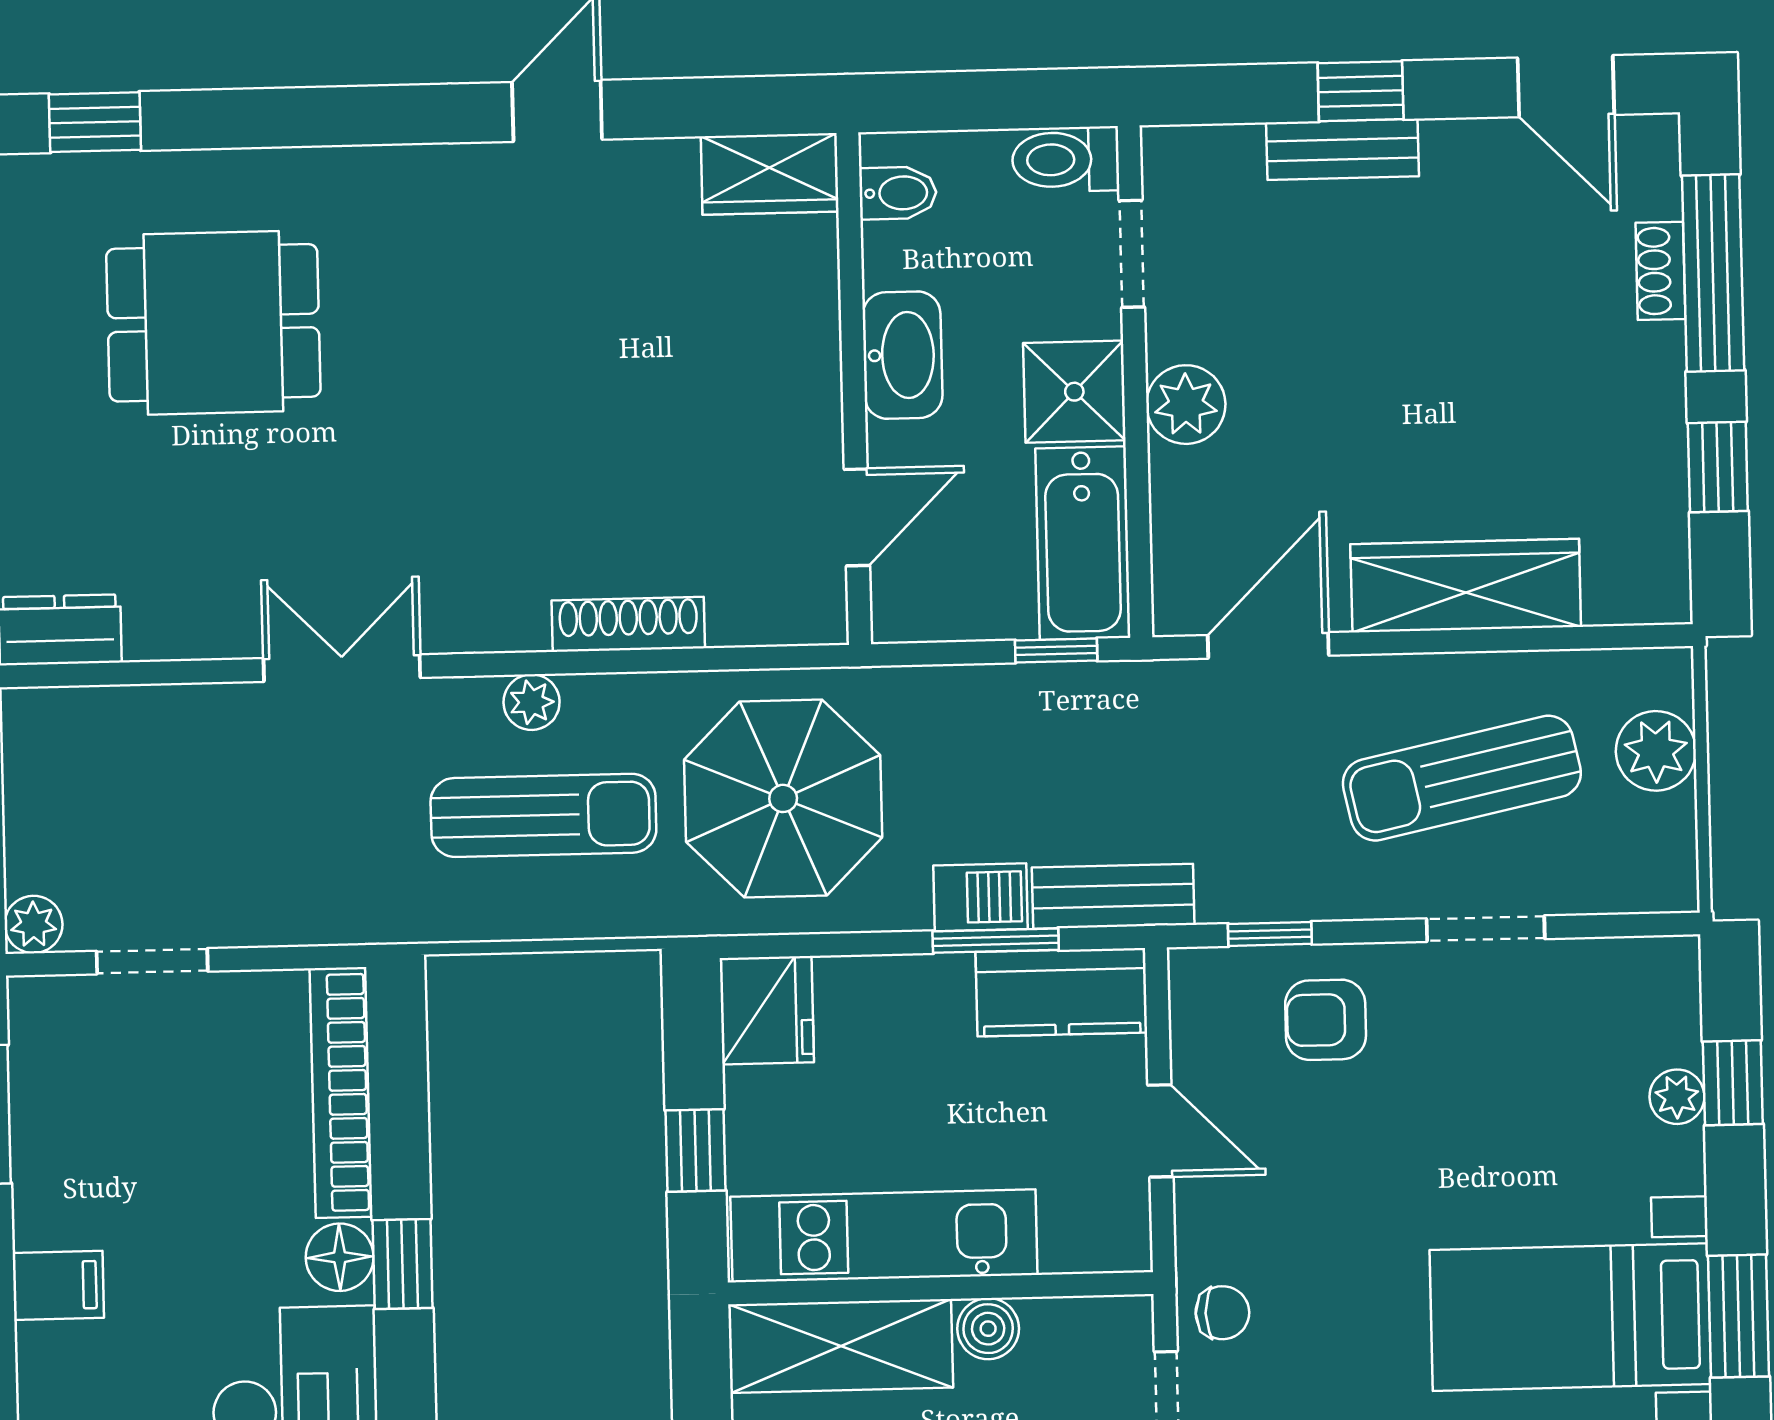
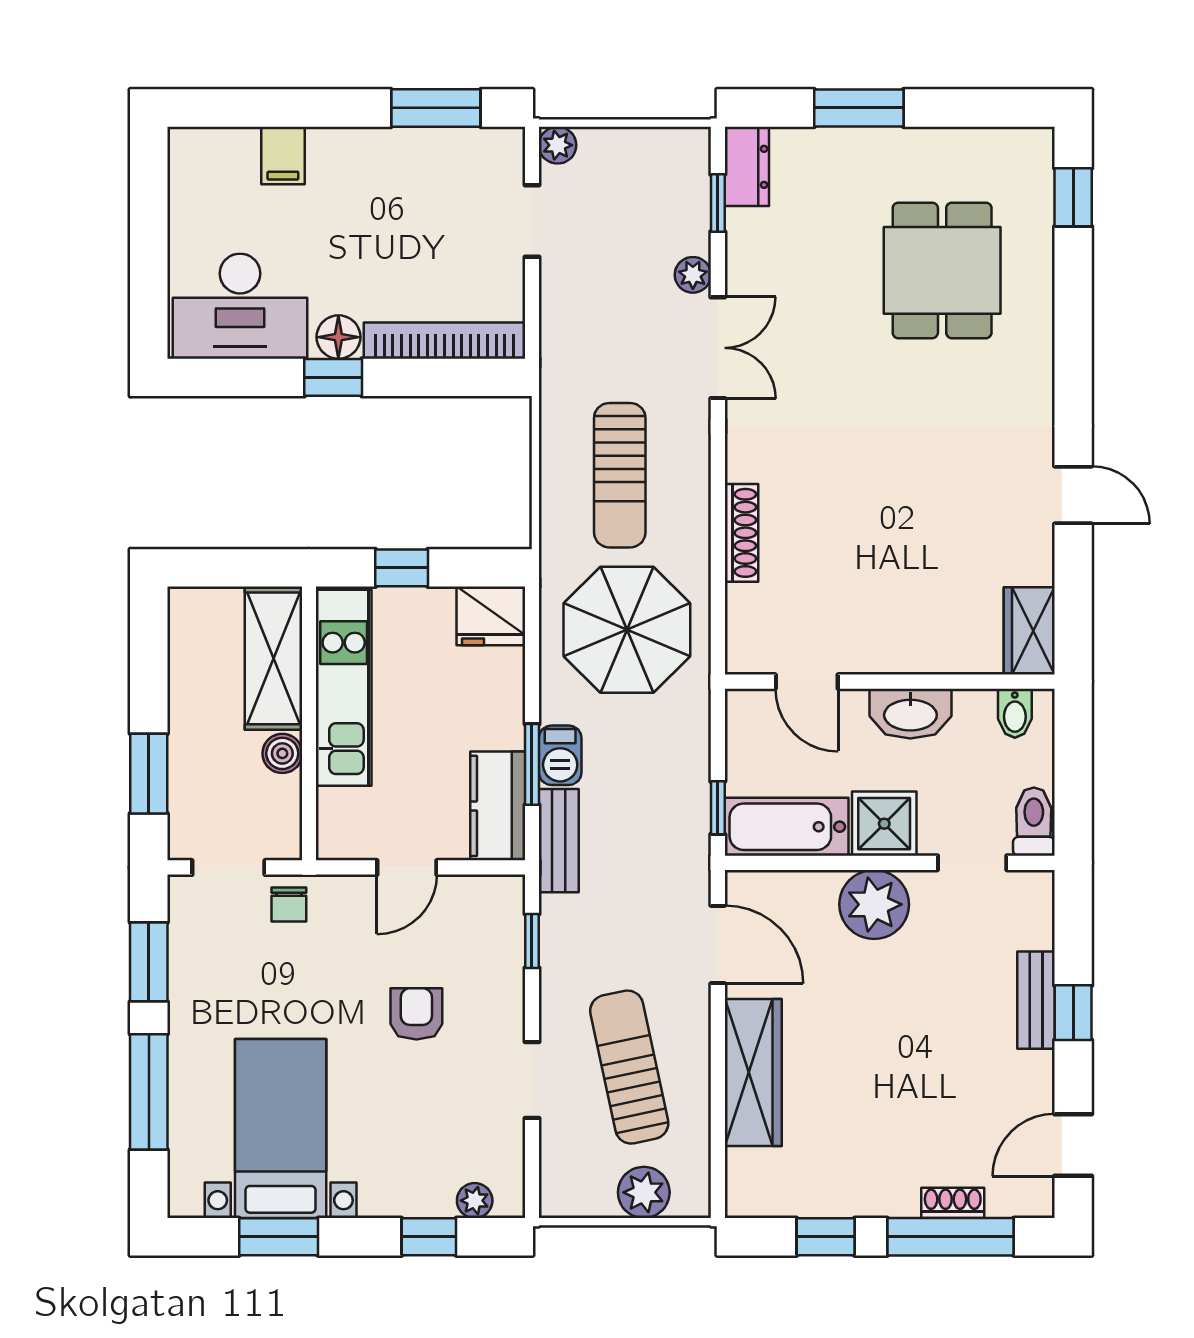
plant: (1186, 405) -> (874, 904), width x1.36, depth x1.36
window: (117, 674) -> (718, 203), added
plant: (532, 702) -> (693, 275), moved
armchair: (1326, 1020) -> (416, 1014), moved
plant: (1677, 1097) -> (475, 1201), moved
filing cabinet: (58, 1285) -> (283, 155), moved

